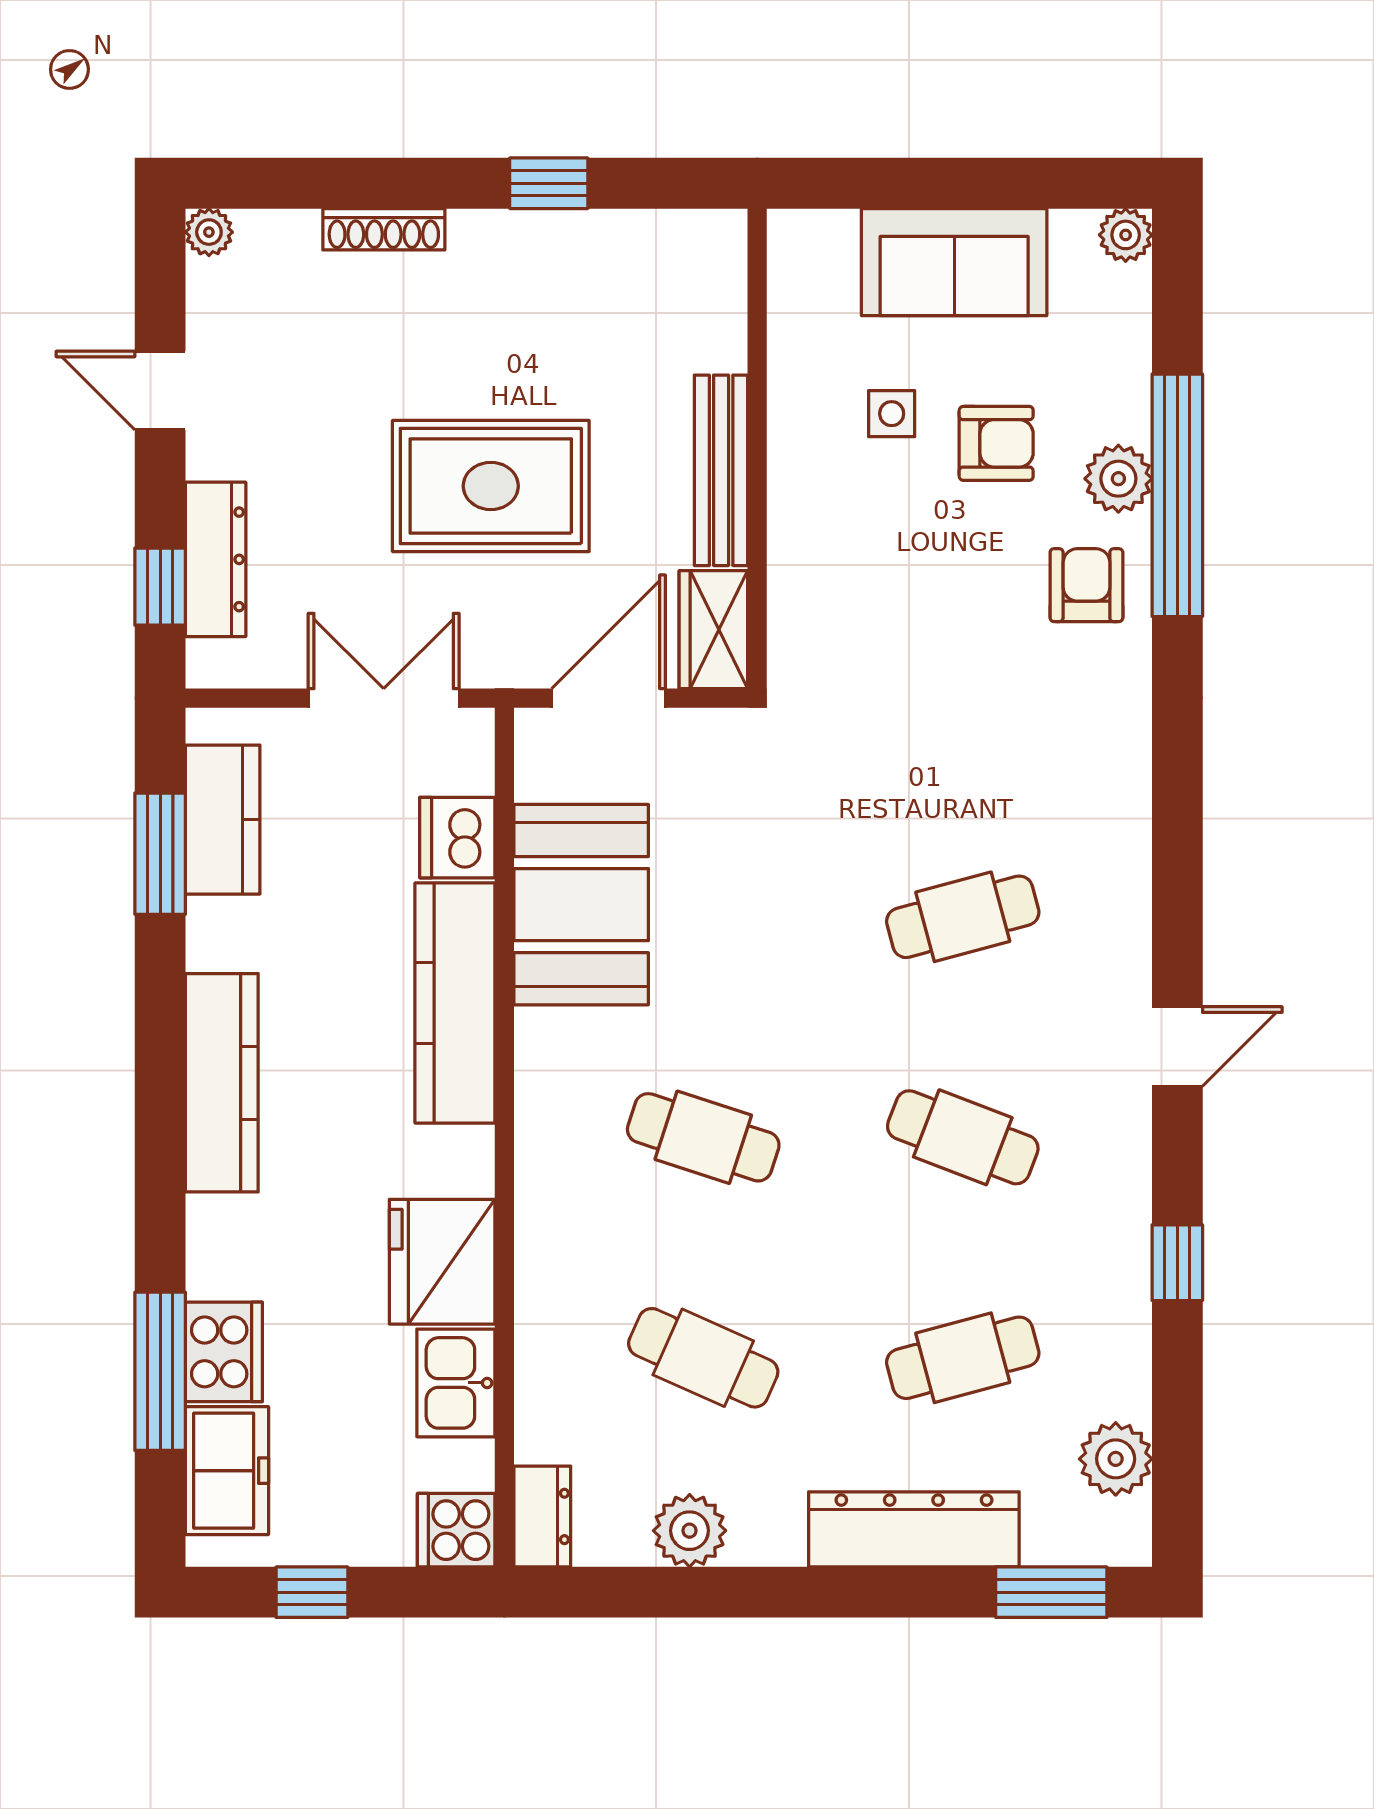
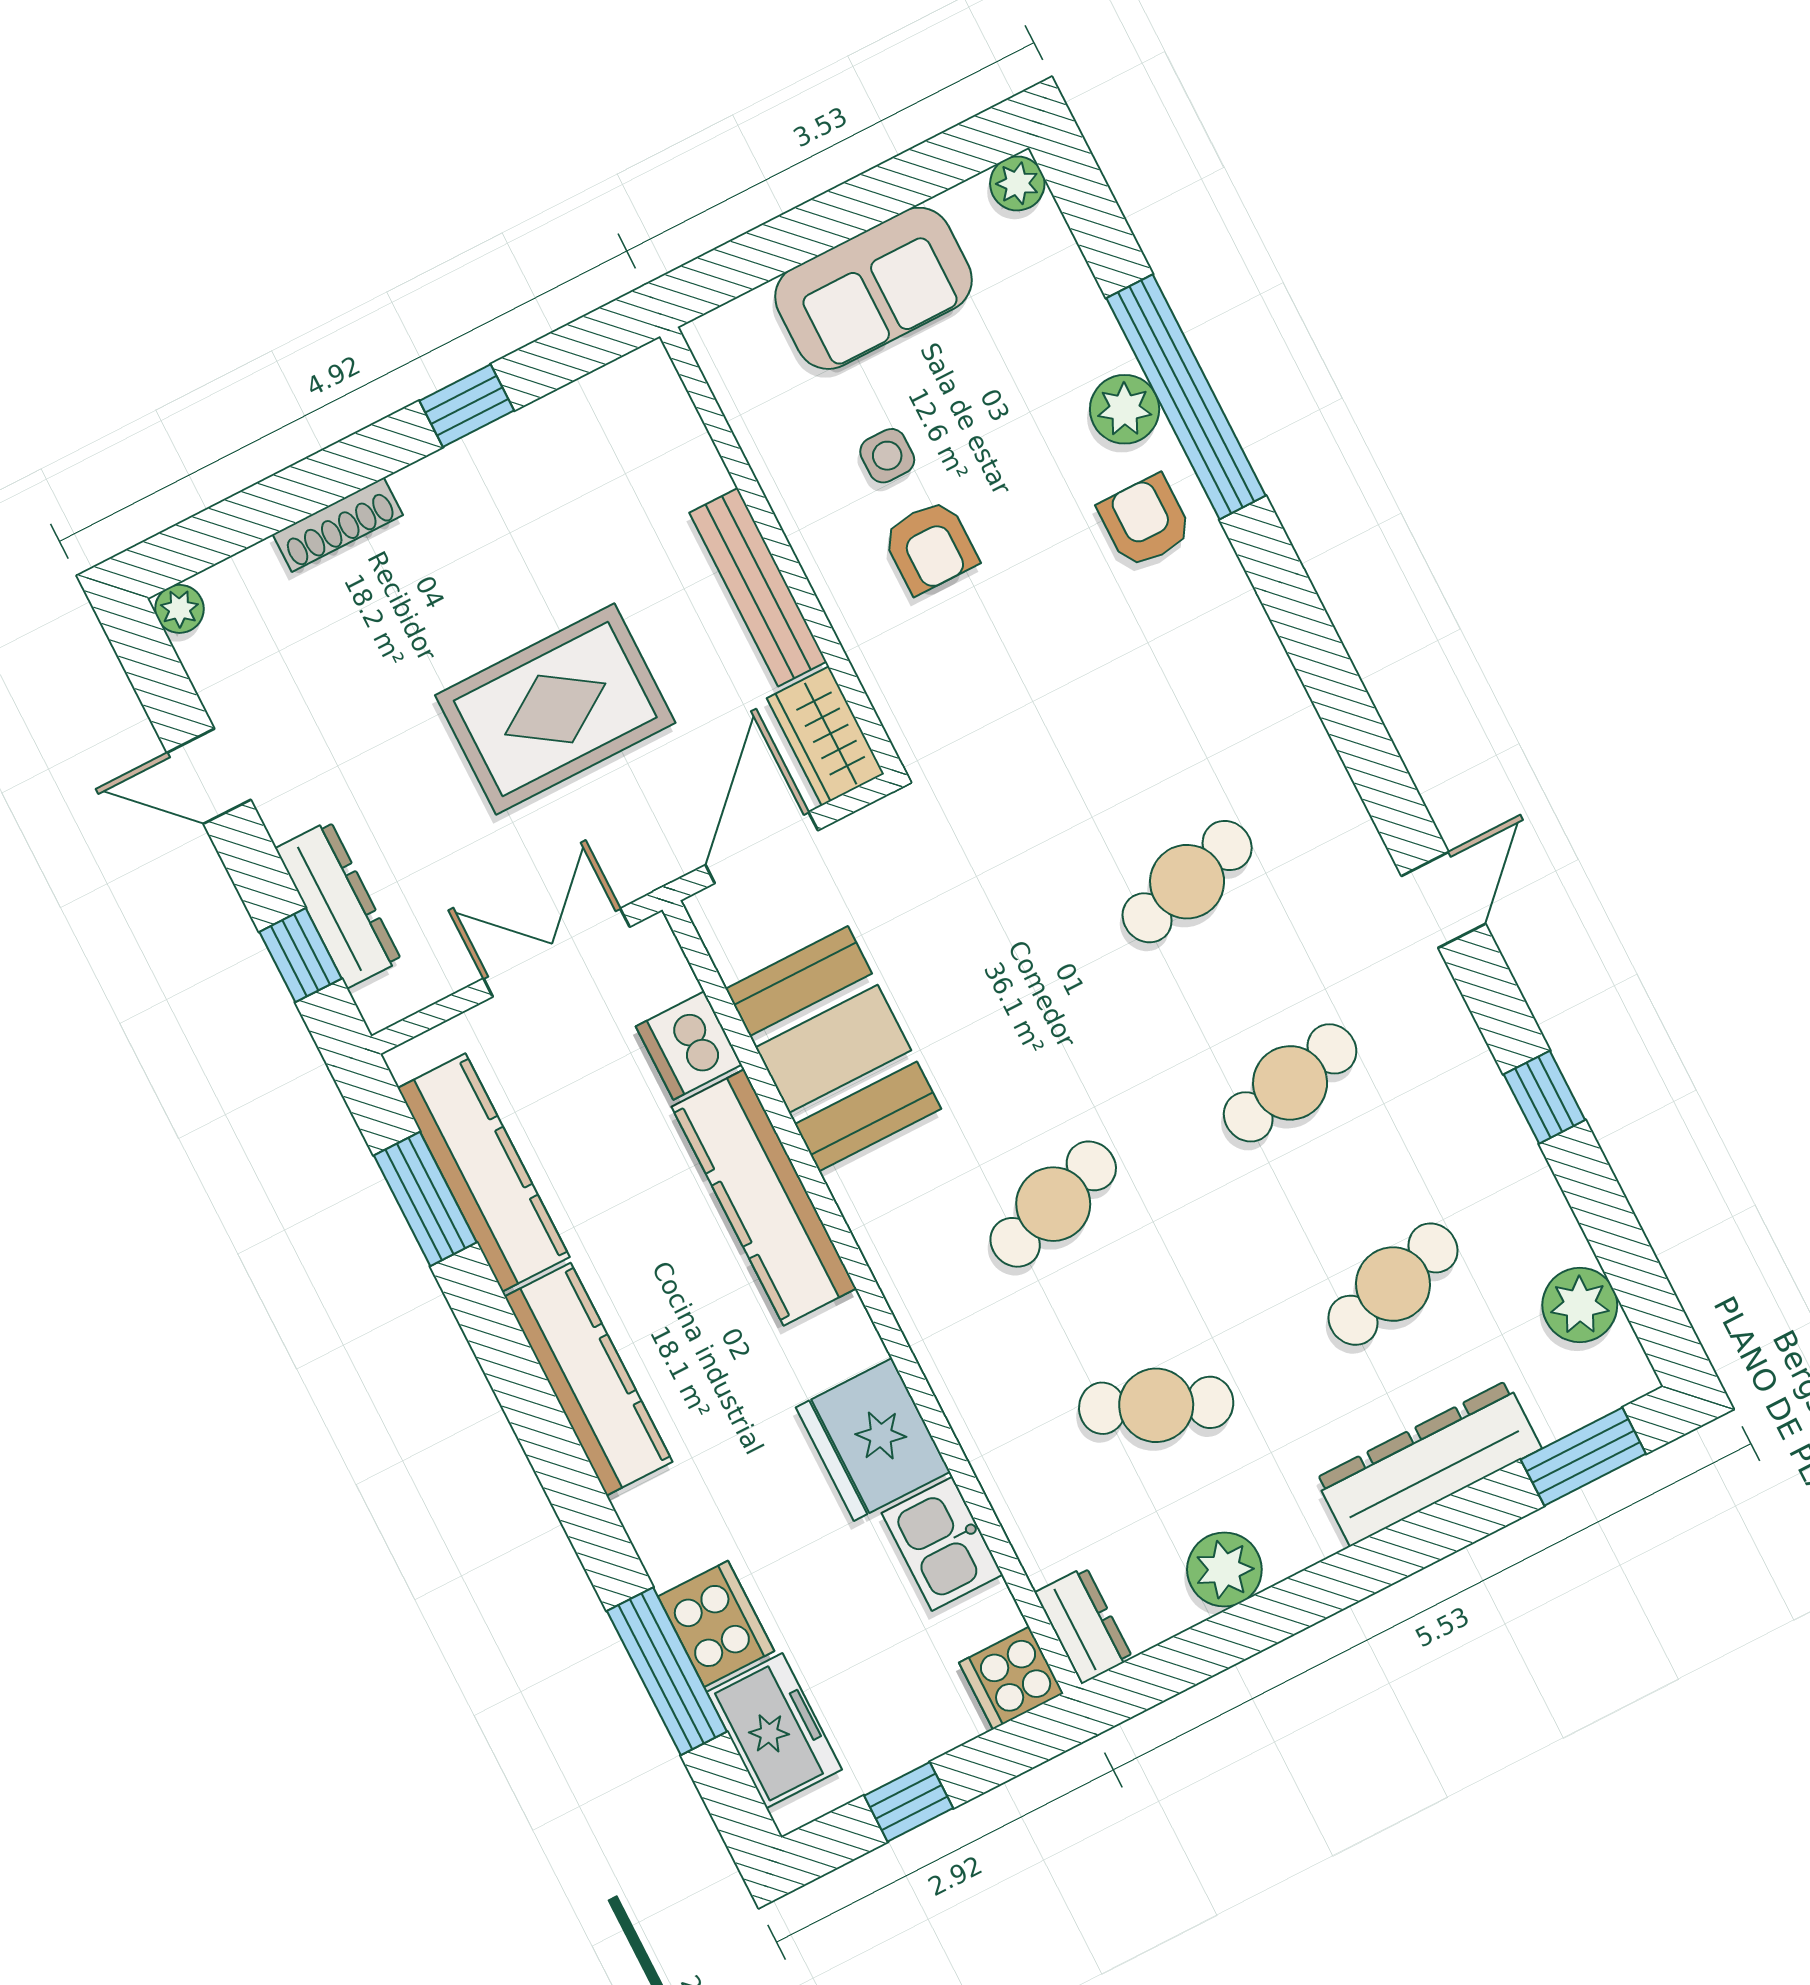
armchair: (996, 443) -> (930, 547), moved, turned 90
kitchen counter: (223, 820) -> (484, 1173), width x1.50
cafe table: (703, 1137) -> (1053, 1204), turned -36
cafe table: (963, 1137) -> (1290, 1083), turned -33

